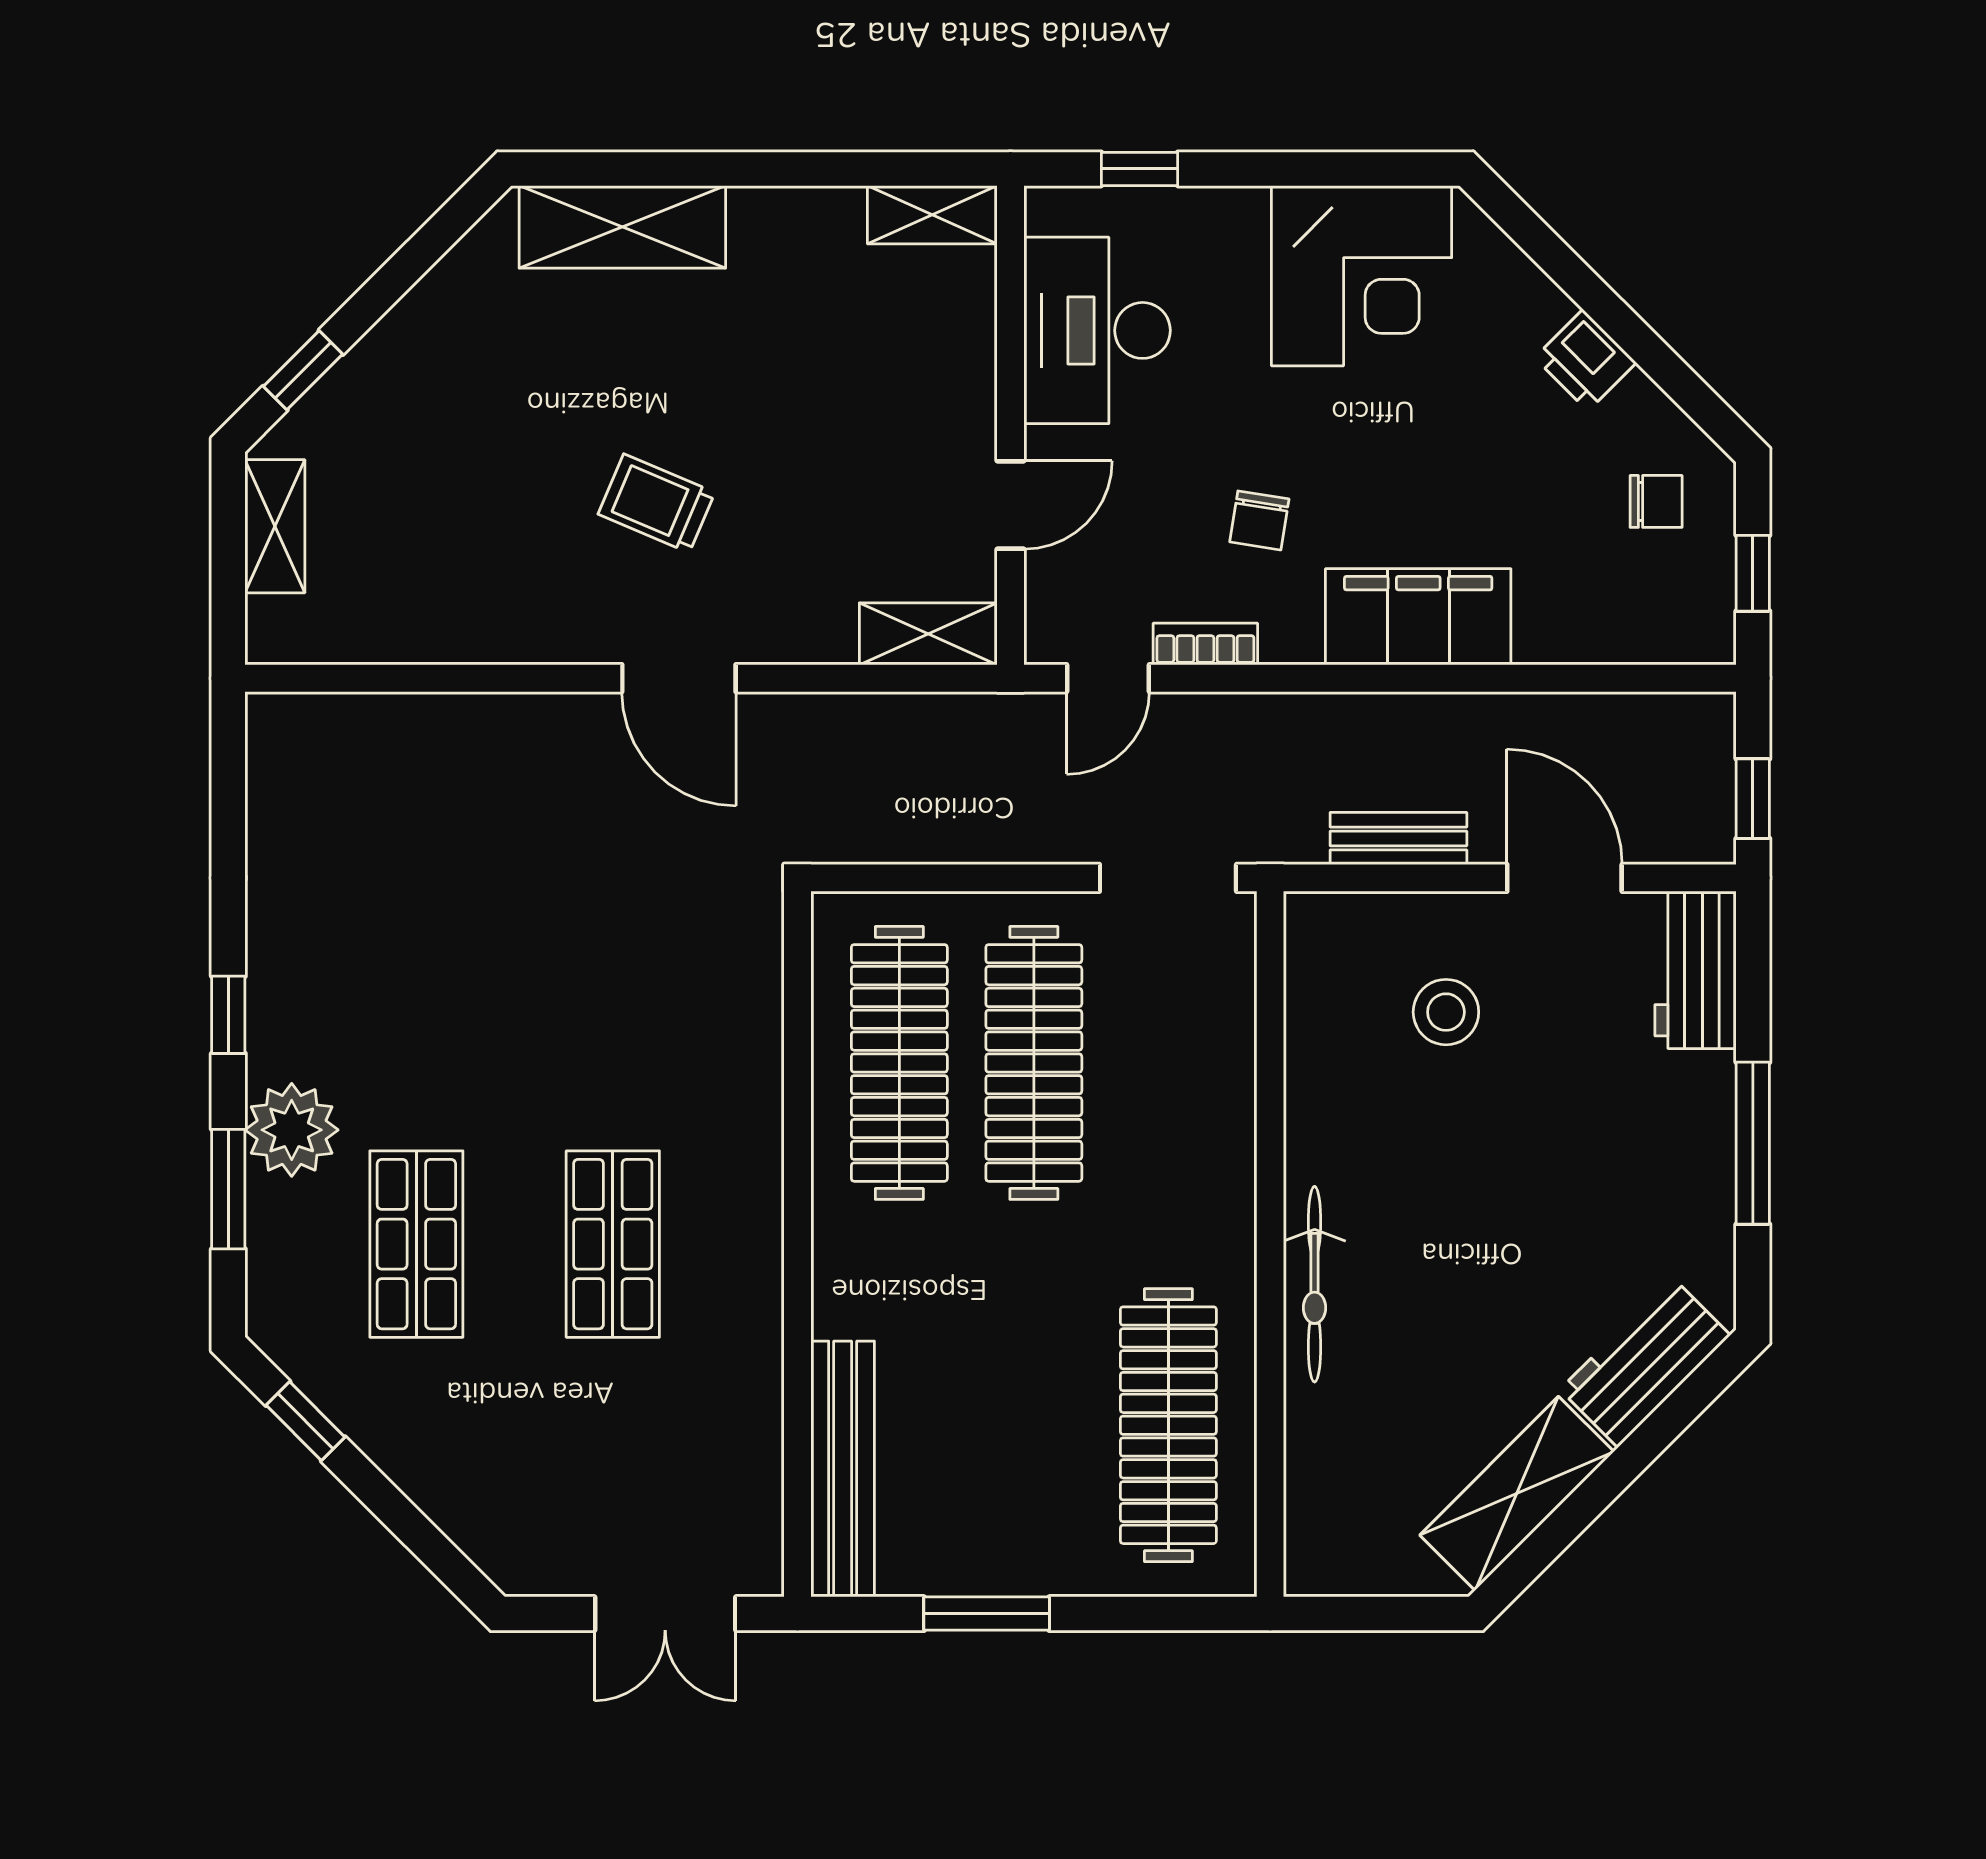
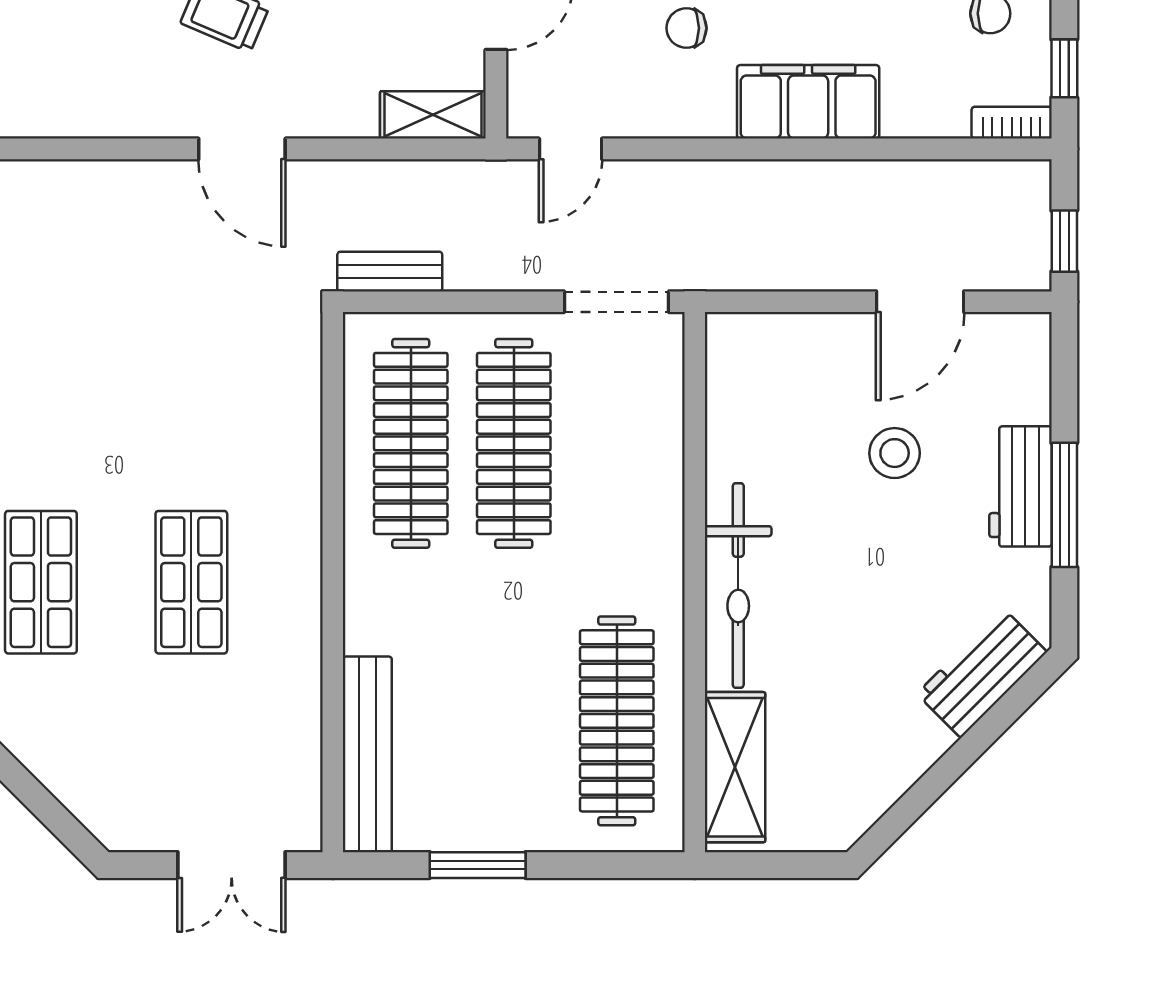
chair: (1259, 520) -> (686, 28), turned 81
bookcase: (1205, 644) -> (1012, 123), moved
bench: (1398, 838) -> (390, 272), moved
door: (1564, 878) -> (920, 302), swing flipped
workbench: (1696, 970) -> (1020, 486), moved
stool: (1446, 1012) -> (895, 453), moved
bicycle: (1315, 1284) -> (738, 585), width x1.37, depth x1.40
shelving: (1517, 1493) -> (735, 767), moved, turned -45

